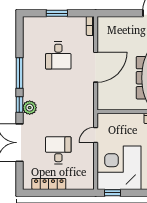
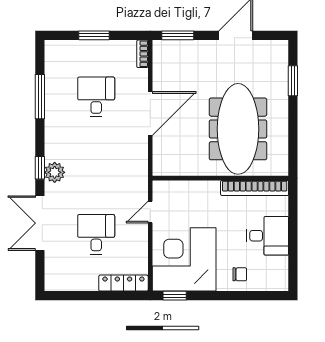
window: (115, 13) -> (178, 35), added
desk: (58, 56) -> (96, 97), turned 180
window: (19, 73) -> (40, 97), moved
locker: (49, 184) -> (123, 283), moved

